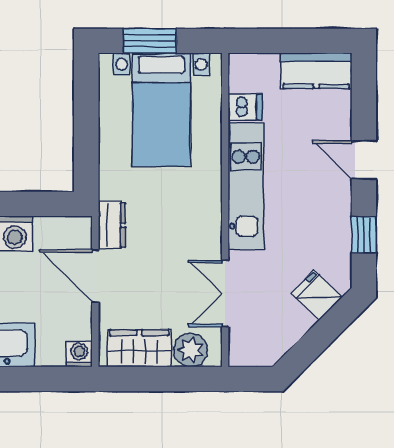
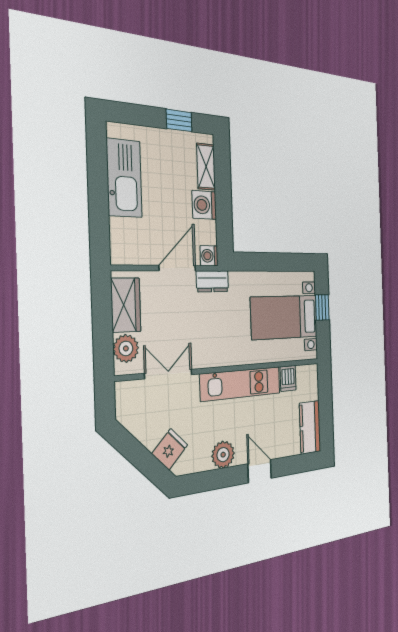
window: (150, 41) -> (322, 307), width x0.67
door: (364, 160) -> (260, 471), hinge flipped
plant: (334, 217) -> (223, 455), added
window: (364, 235) -> (212, 480), removed
washing machine: (79, 354) -> (209, 256), moved, turned 180

